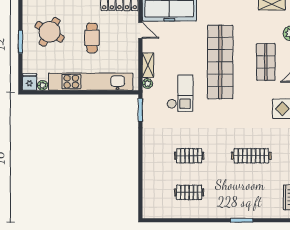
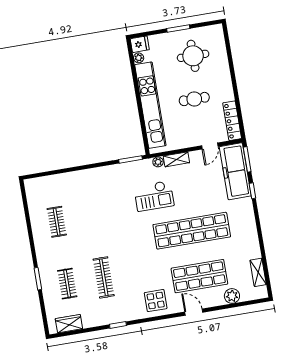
round table: (50, 32) -> (193, 56), turned -31
shop shelf: (266, 62) -> (199, 276), width x1.43, depth x1.36
clothes rail: (189, 156) -> (67, 284), moved

